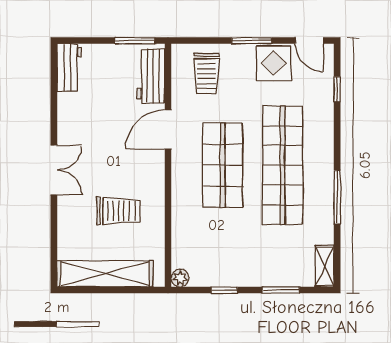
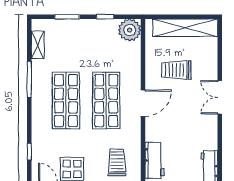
door: (168, 130) -> (143, 103), moved
shop shelf: (283, 165) -> (66, 101), width x0.71
shelving: (325, 266) -> (38, 45), moved
plant: (180, 278) -> (130, 30), width x1.87, depth x1.87

